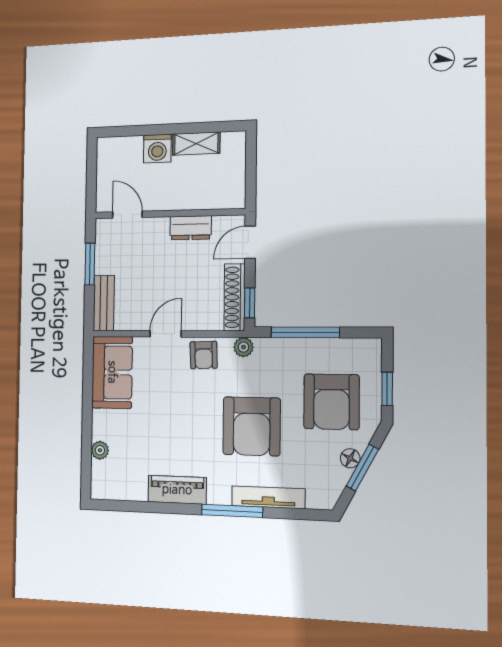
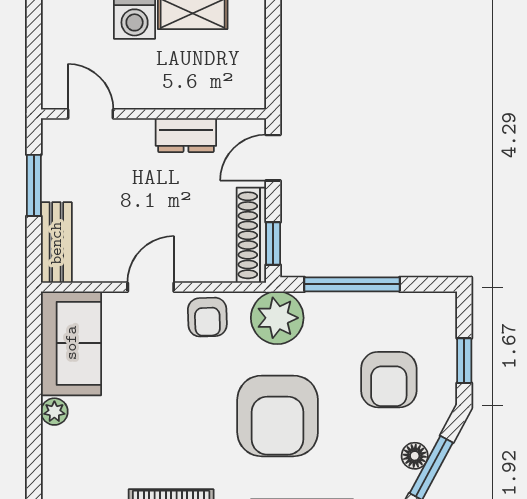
plant: (244, 347) -> (277, 318), width x1.88, depth x1.88
armchair: (331, 402) -> (389, 380), width x0.73, depth x0.73
plant: (100, 450) -> (54, 412), moved

